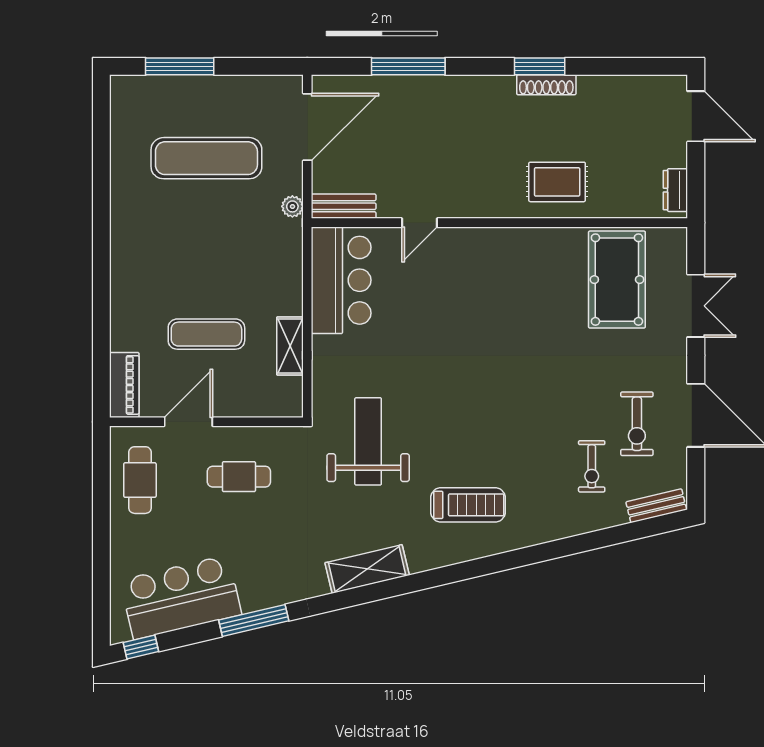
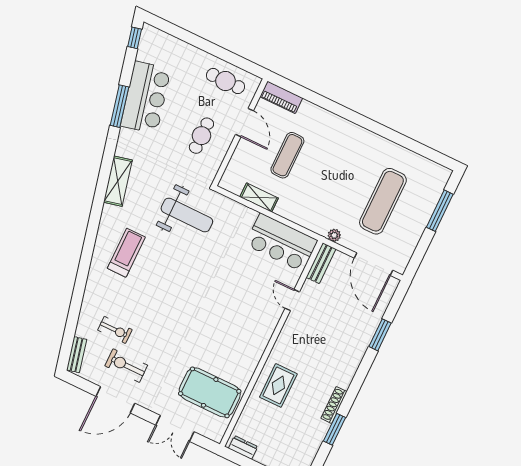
window: (408, 66) -> (380, 335), width x0.69
window: (540, 66) -> (335, 429), moved
exercise bike: (592, 466) -> (115, 330), turned 180
treadmill: (468, 505) -> (126, 253), turned 180
bar counter: (181, 597) -> (146, 97), moved

